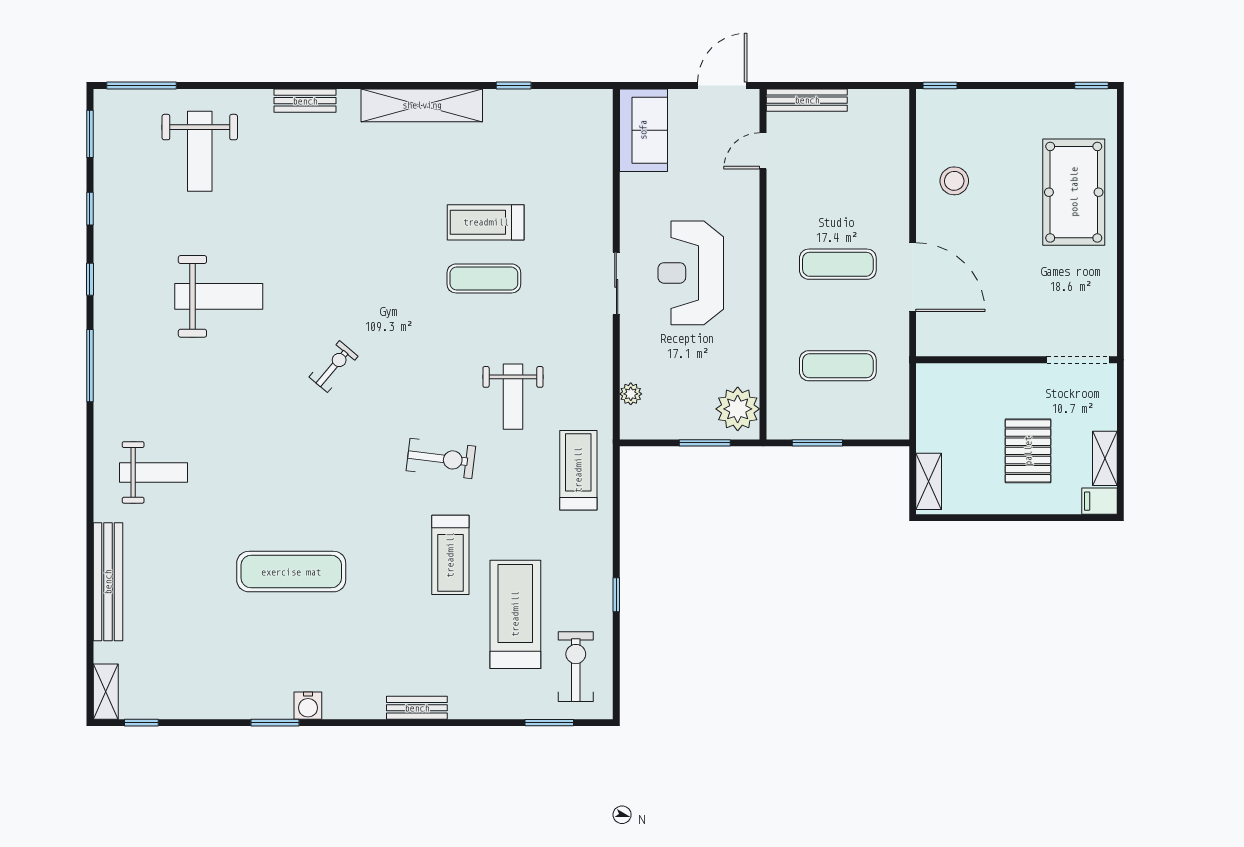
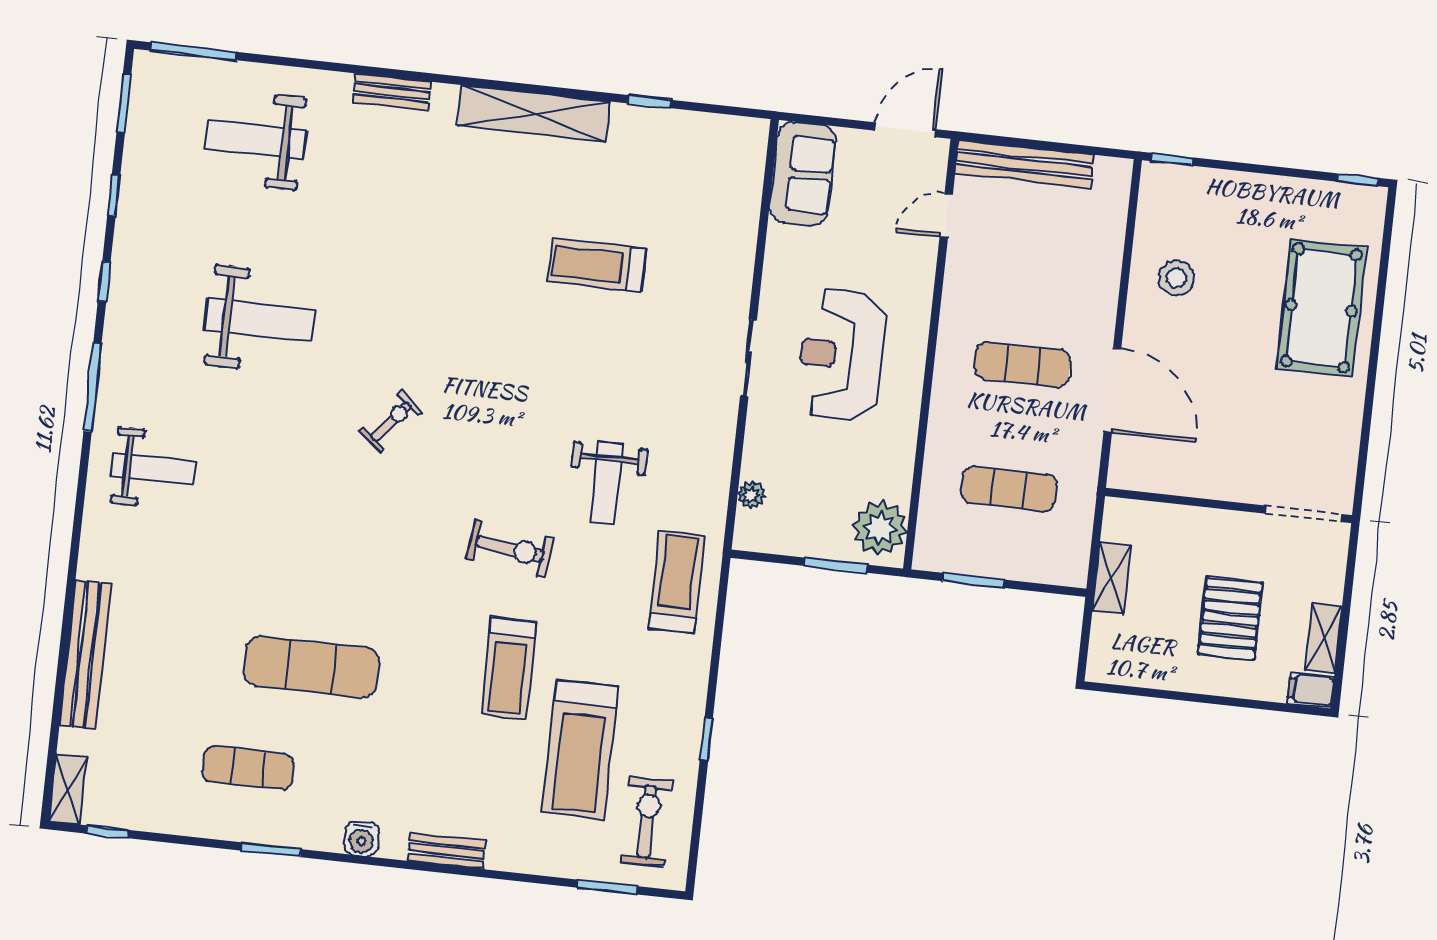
bench: (807, 100) -> (1024, 164), width x1.37, depth x1.21
weight bench: (200, 151) -> (256, 140), turned 90
exercise mat: (484, 278) -> (248, 768), moved
weight bench: (153, 472) -> (153, 469), moved
shelving: (929, 481) -> (1112, 578), moved
treadmill: (515, 614) -> (580, 750), turned 180
water cooler: (308, 706) -> (362, 839), moved

